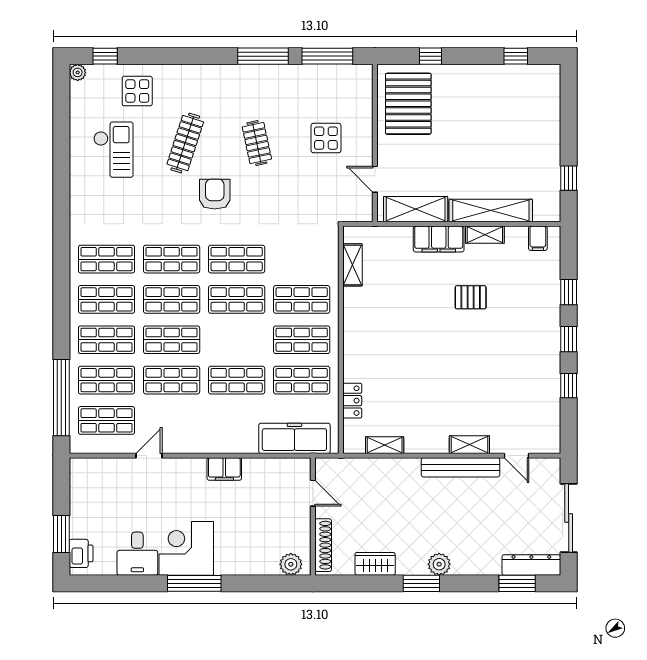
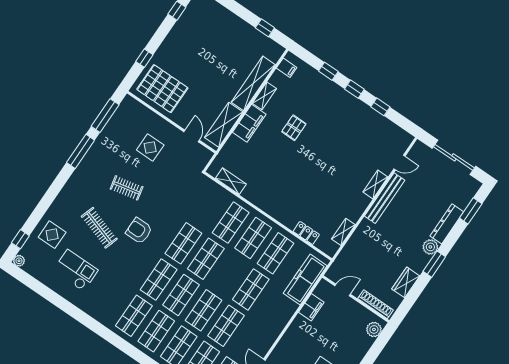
door: (375, 179) -> (192, 136), swing flipped
filing cabinet: (224, 469) -> (311, 307), moved
dresser: (531, 565) -> (447, 224), moved

